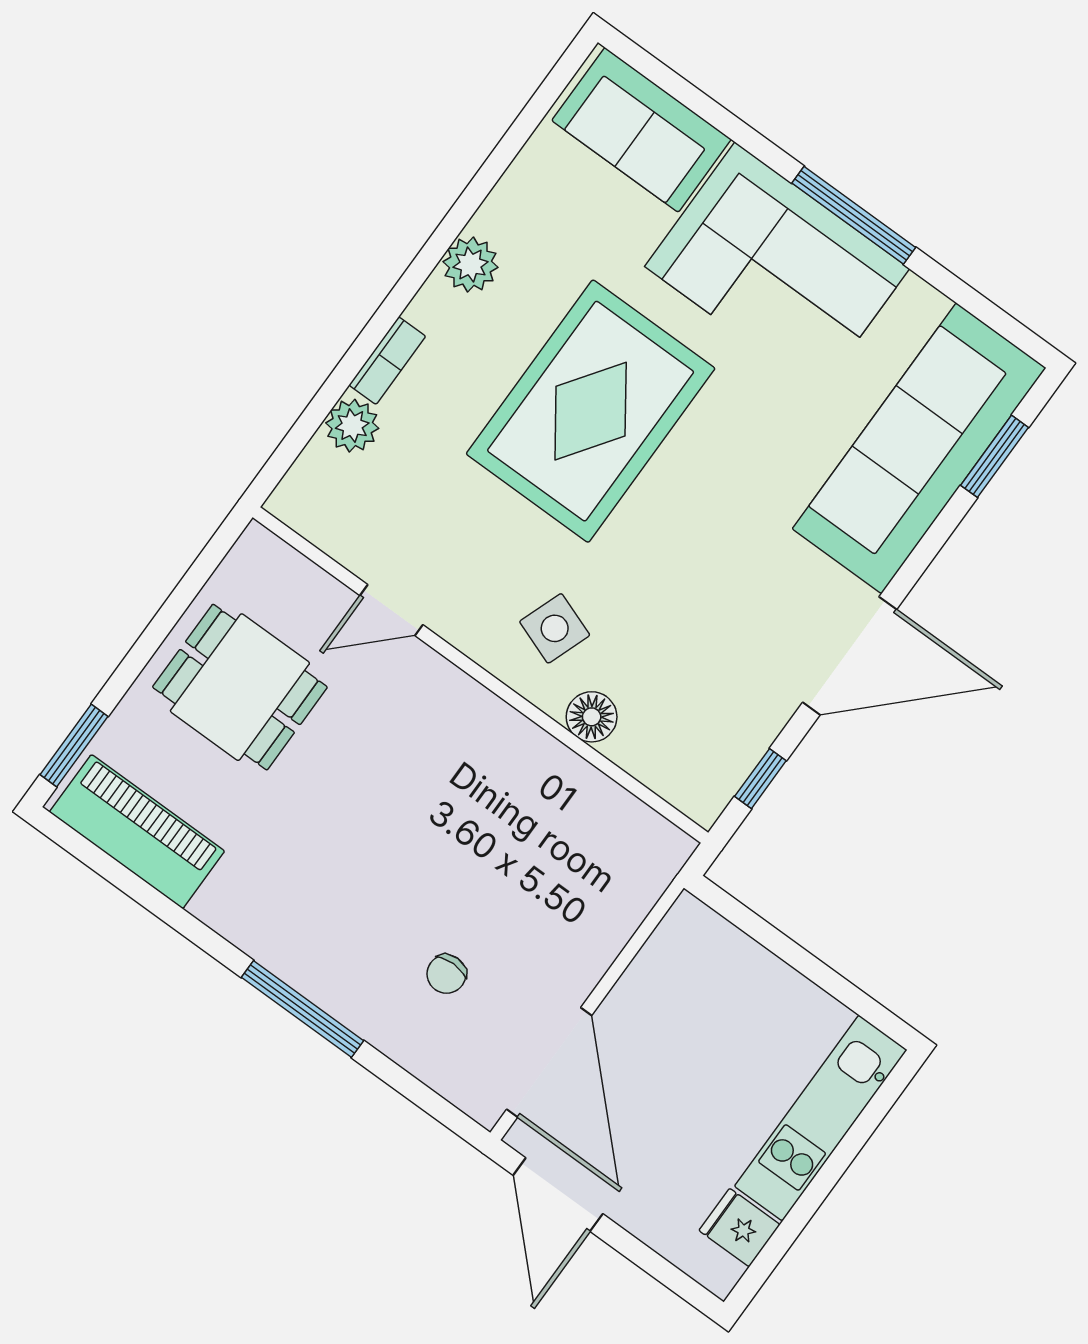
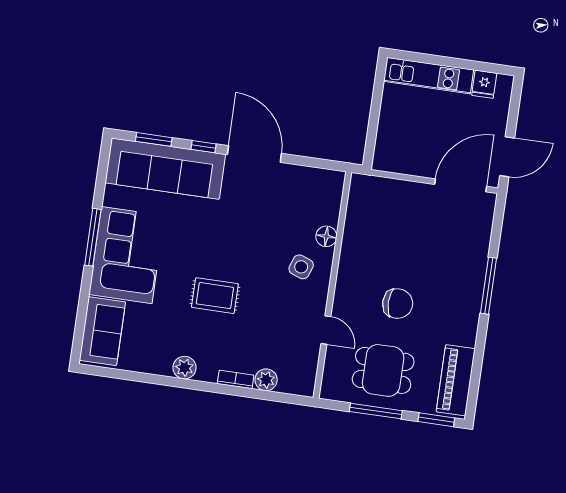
rug: (591, 411) -> (215, 296), width x0.54, depth x0.49
window: (161, 625) -> (376, 411), added
dining table: (240, 687) -> (383, 370), turned 90
window: (760, 779) -> (203, 147), moved
chair: (446, 974) -> (398, 304), moved, width x1.87, depth x1.87

